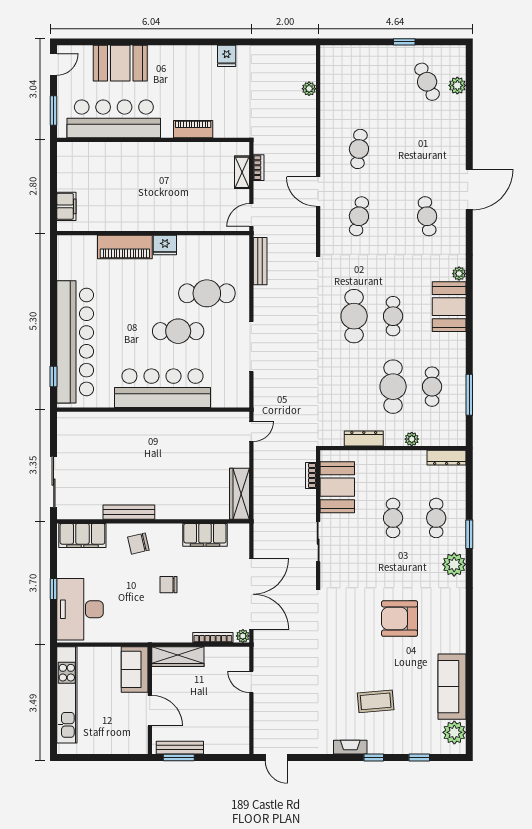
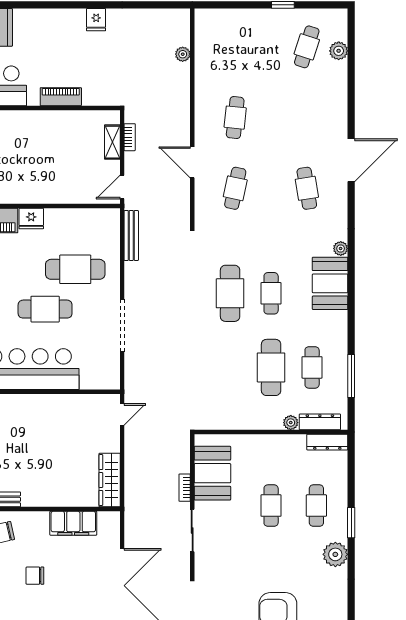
cafe table: (427, 82) -> (307, 47), turned 42
dresser: (364, 438) -> (320, 422), moved
bookcase: (311, 475) -> (185, 488), moved

